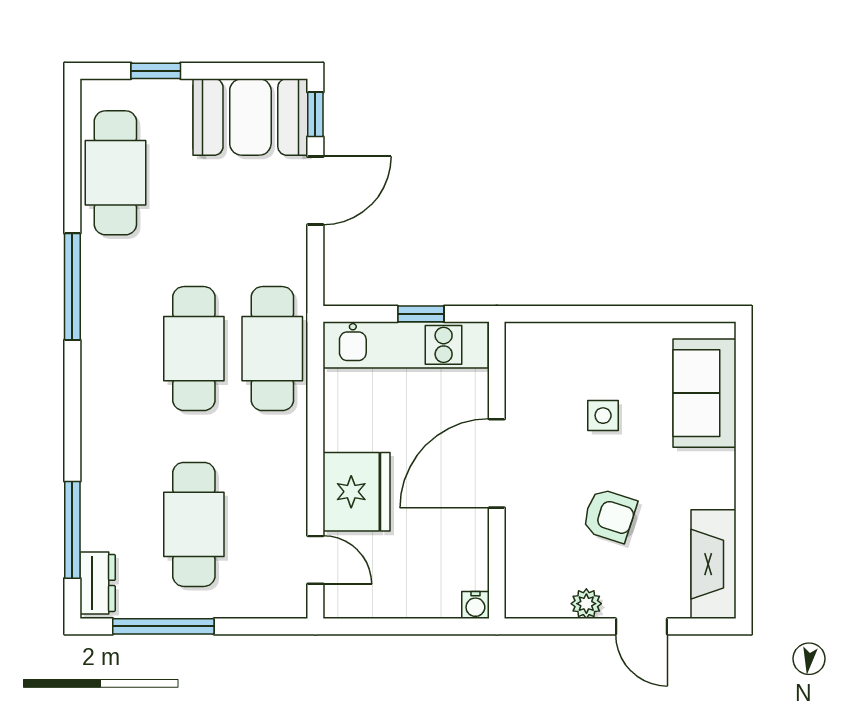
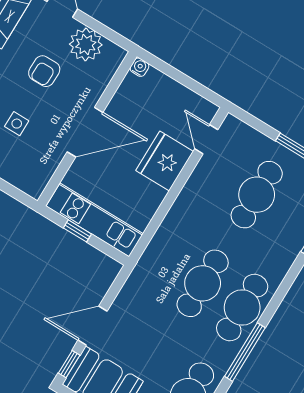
cafe table: (272, 349) -> (242, 307), moved
armchair: (610, 515) -> (44, 71), turned -108
plant: (586, 604) -> (86, 45), width x1.87, depth x1.87

